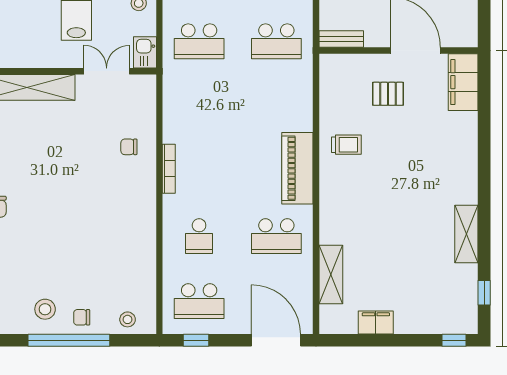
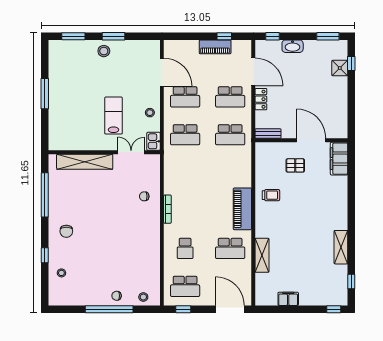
shelving: (331, 274) -> (262, 255), moved
stool: (45, 309) -> (95, 291), removed

